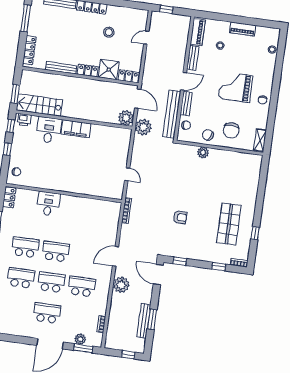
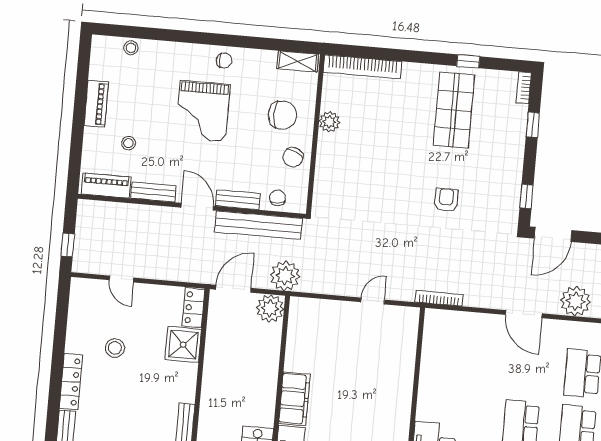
locker: (88, 71) -> (187, 383), removed
plant: (203, 152) -> (329, 122), moved
bookcase: (255, 175) -> (363, 67), added
shop shelf: (229, 224) -> (454, 110), turned 90

